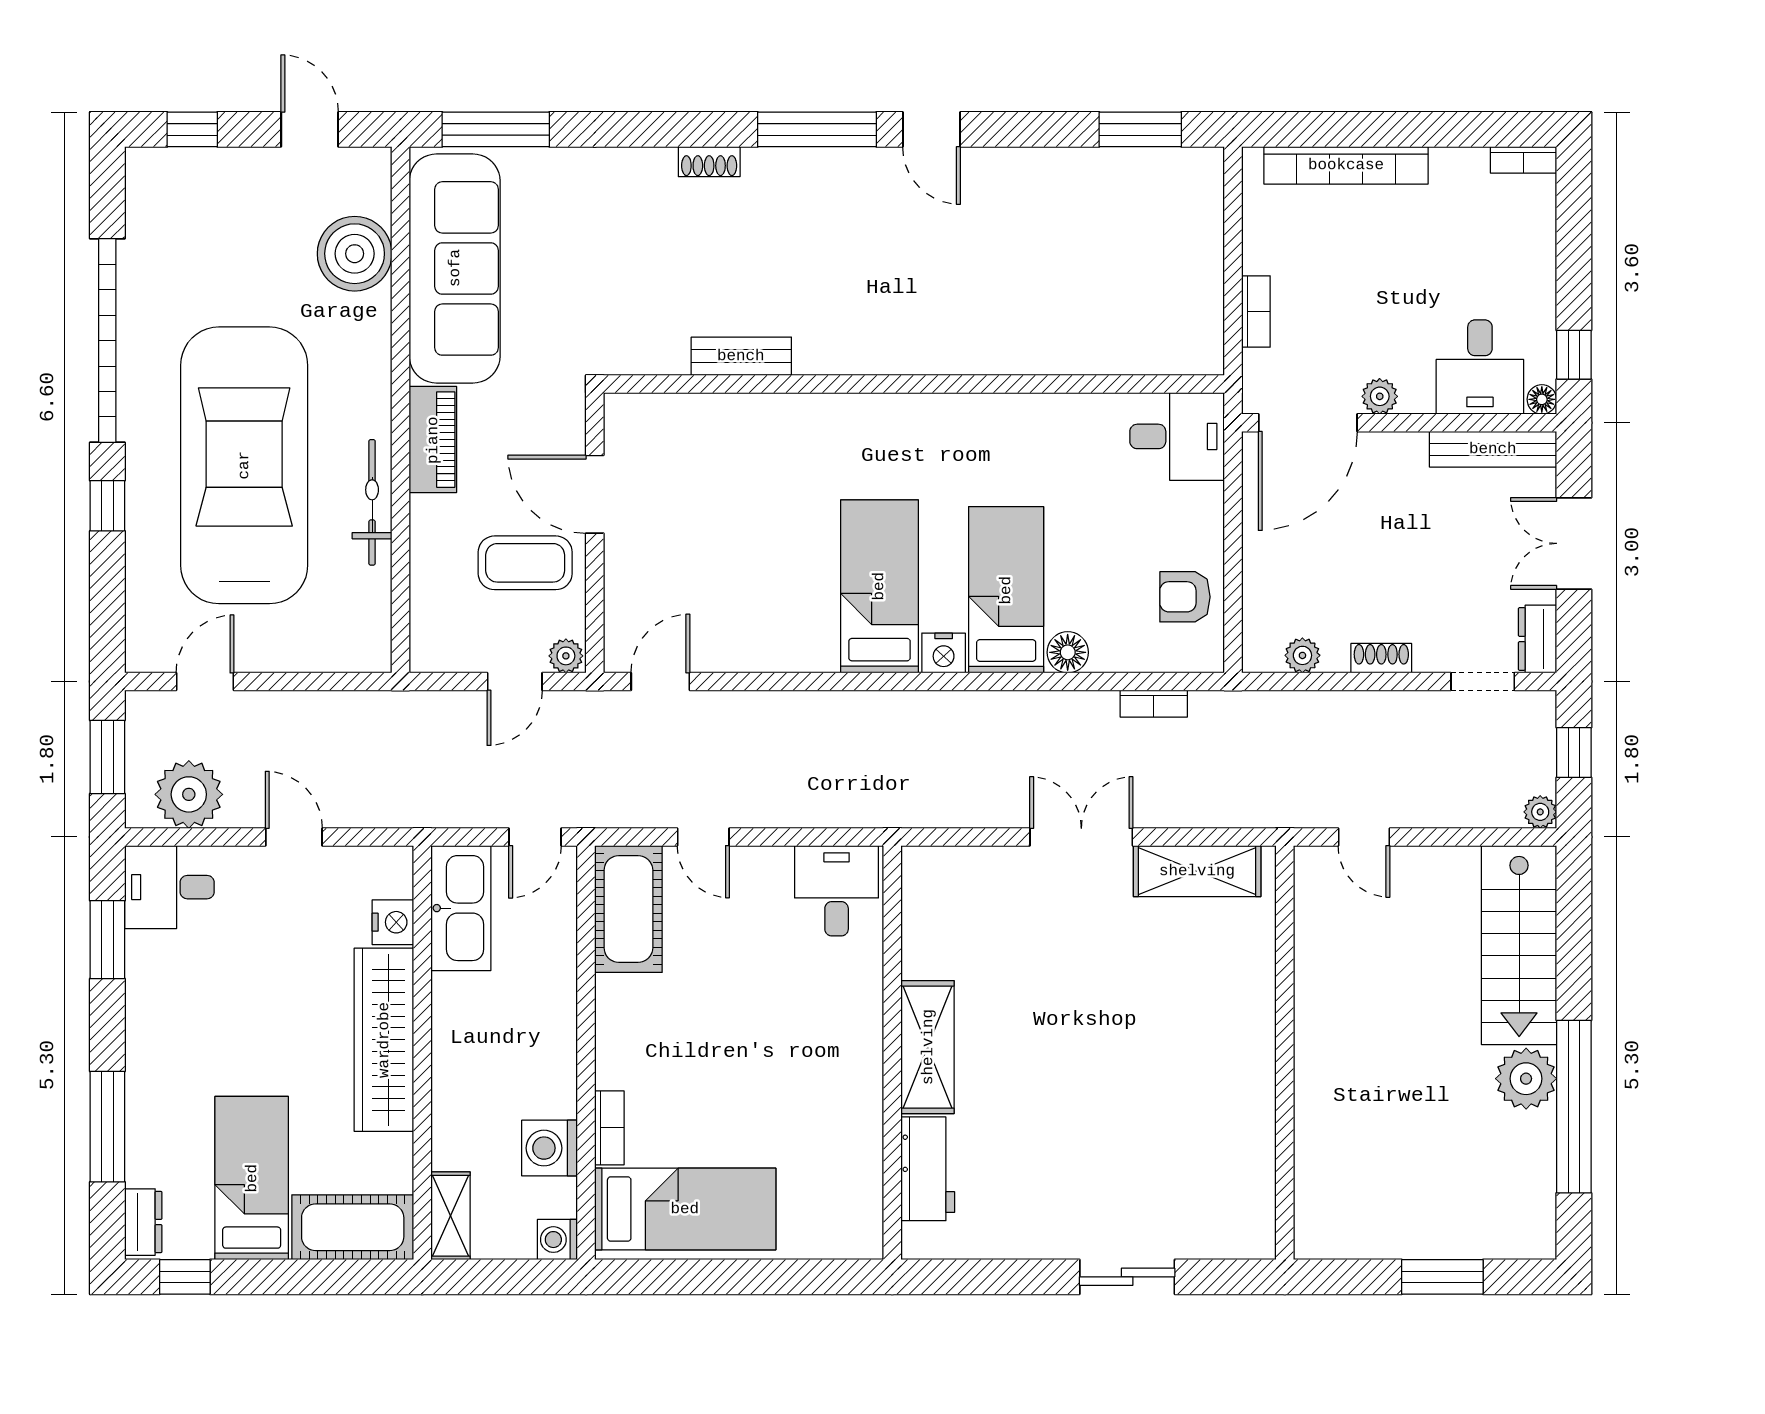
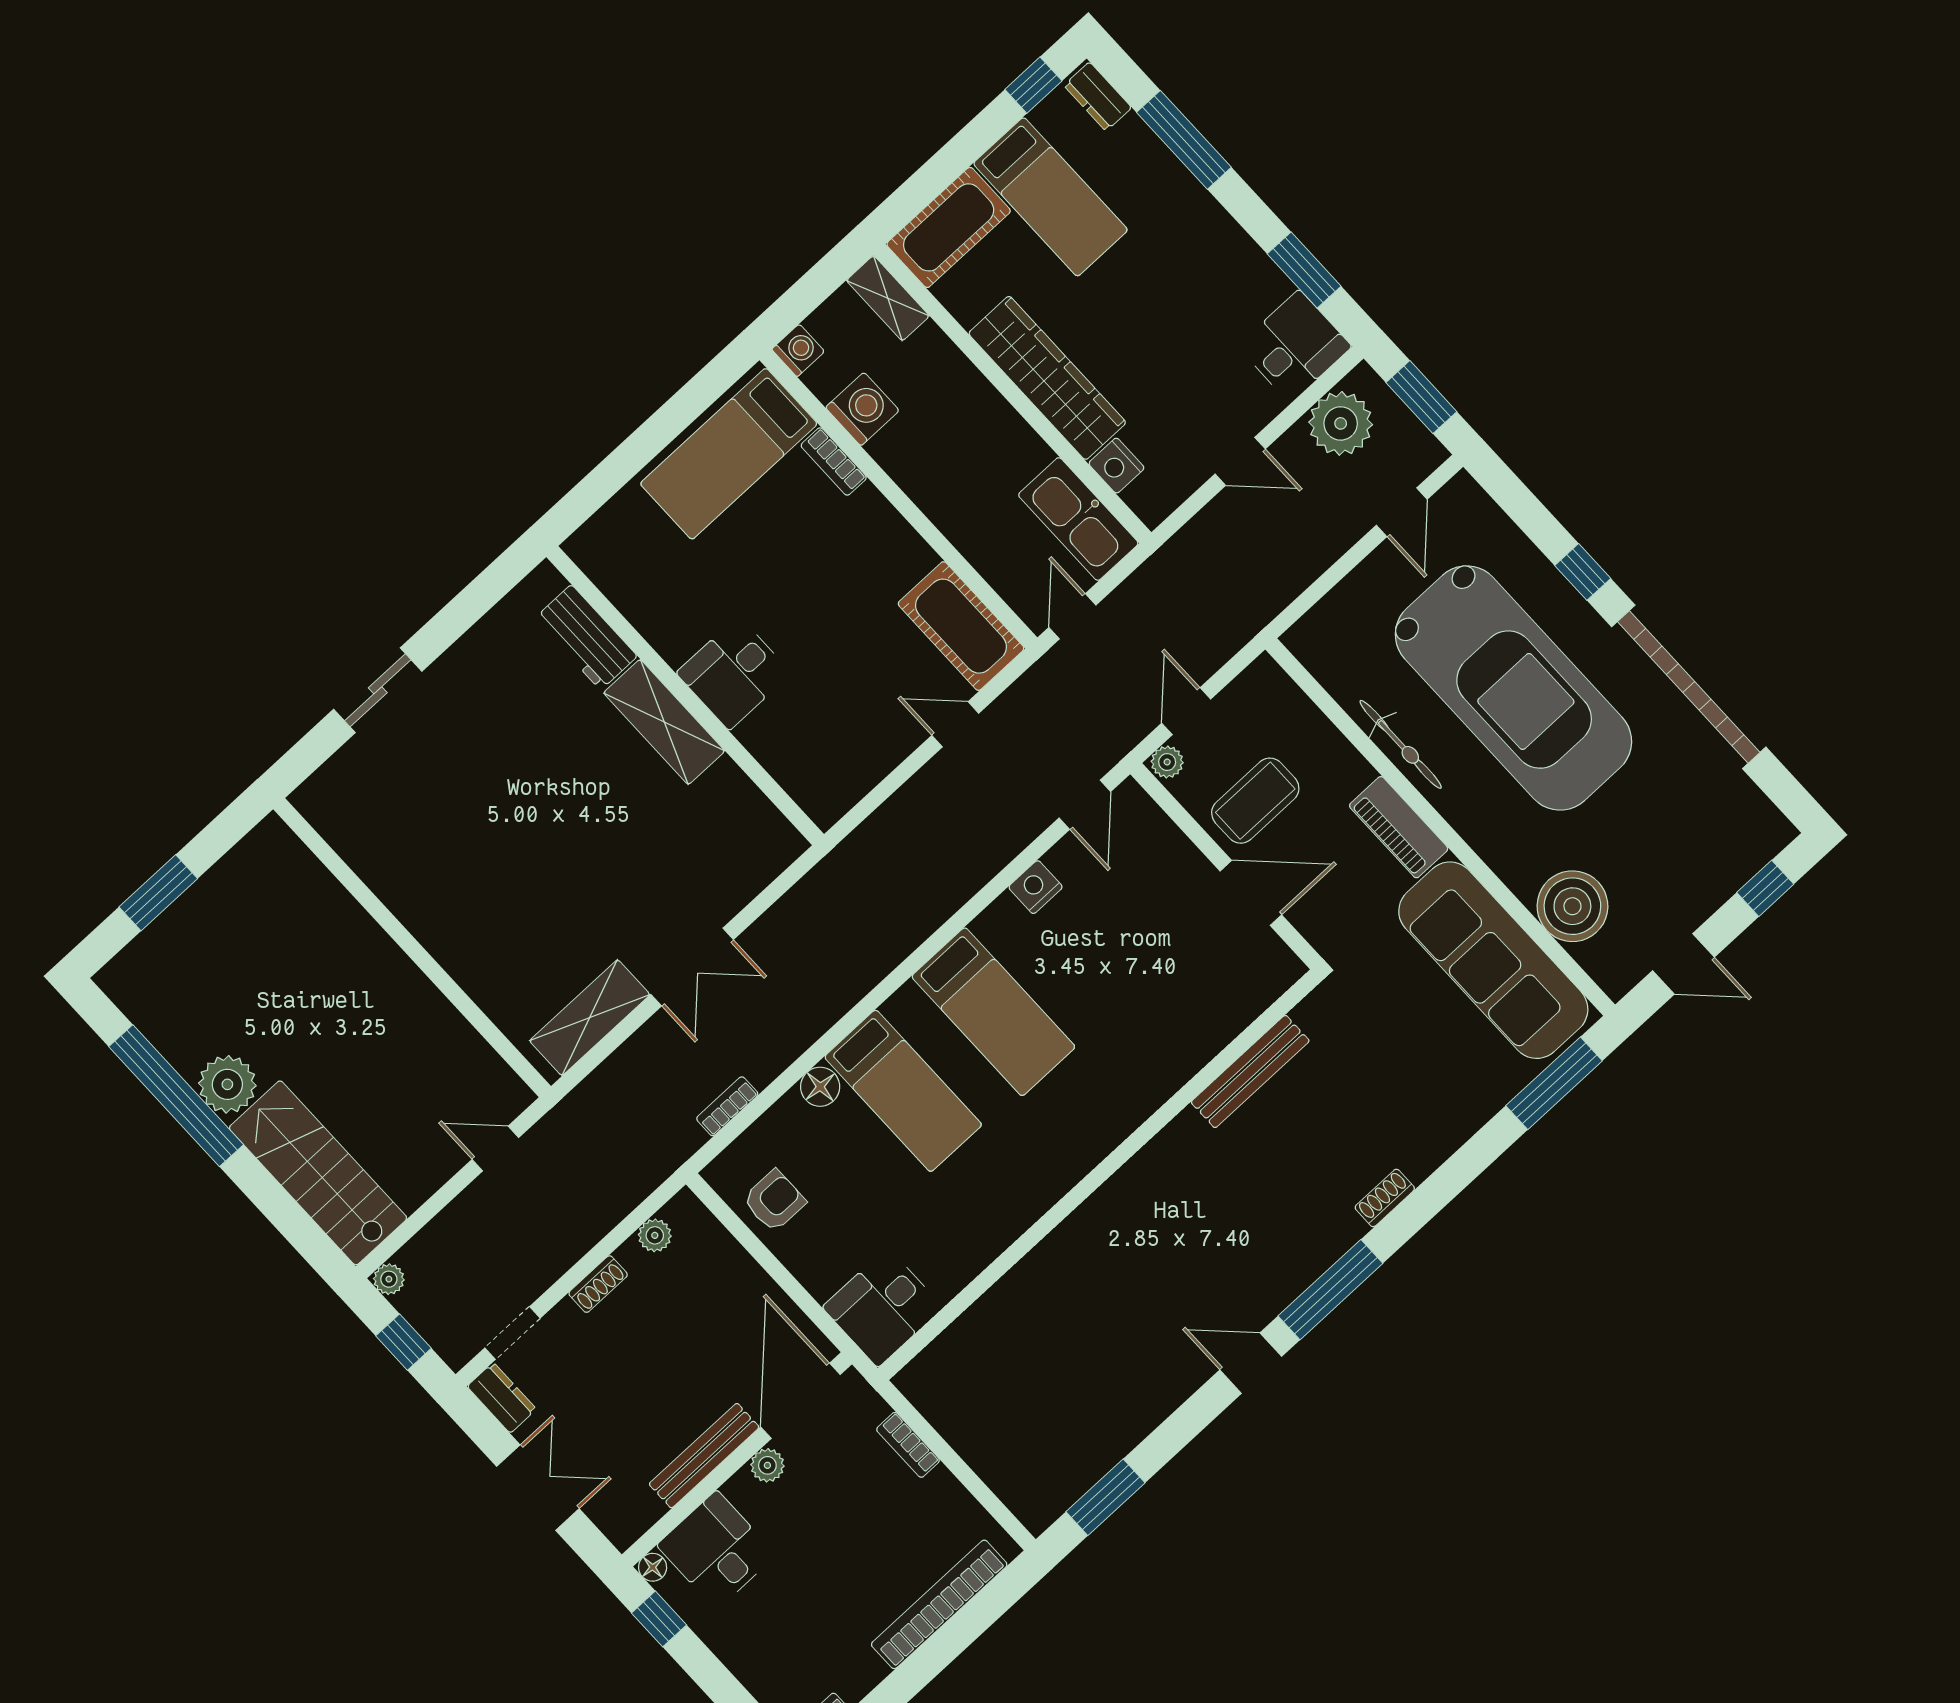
bench: (741, 356) -> (1250, 1071), width x1.36
bench: (1493, 449) -> (704, 1456), moved
nightstand: (944, 653) -> (1036, 887), moved
desk: (837, 891) -> (734, 673), moved, turned 90

